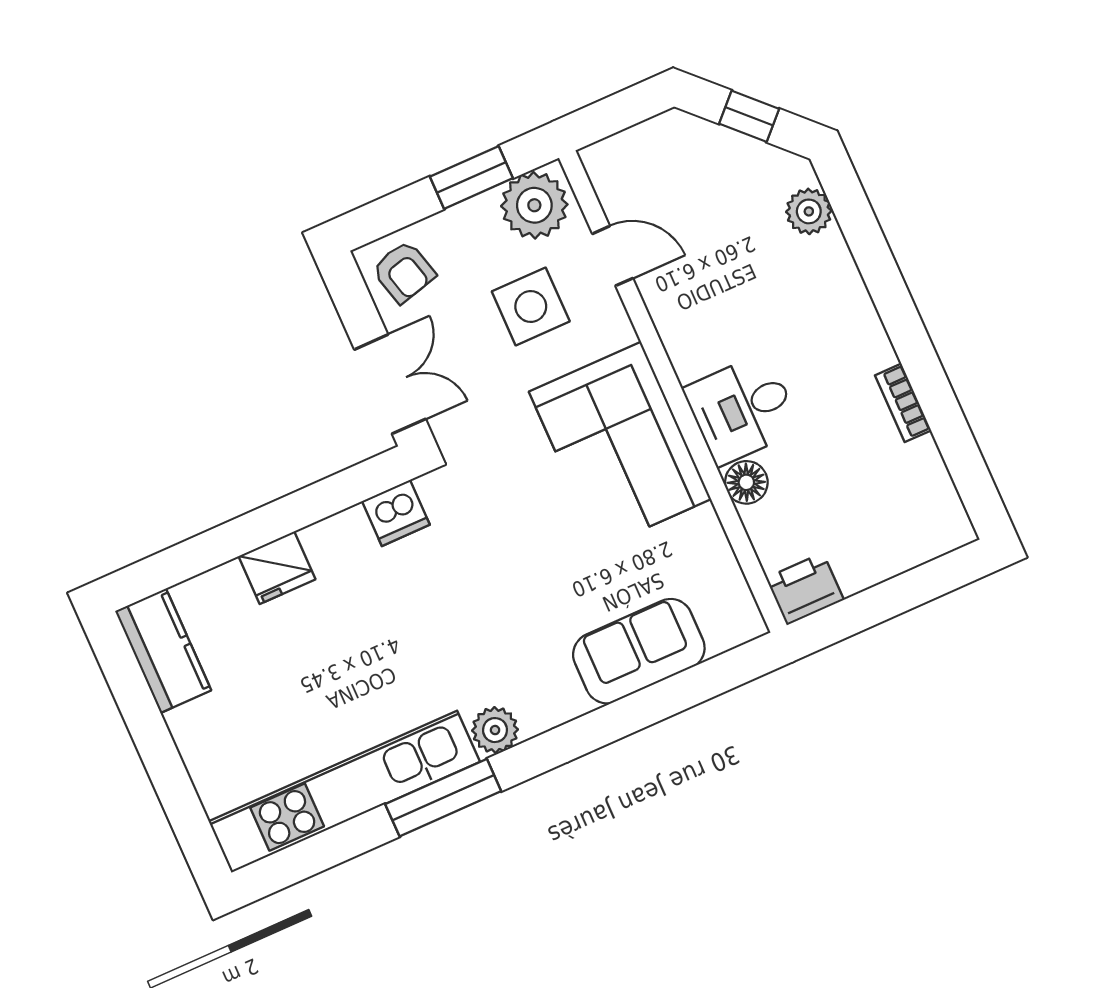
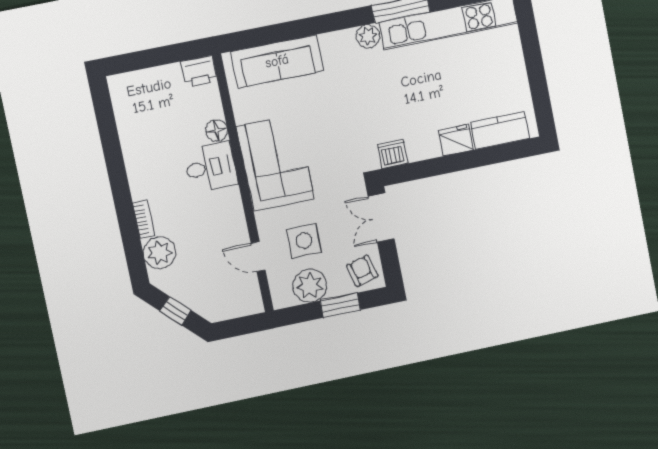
window: (471, 177) -> (340, 305), moved
plant: (534, 205) -> (310, 286), moved
plant: (809, 211) -> (159, 253), width x1.36, depth x1.36
bookcase: (903, 403) -> (144, 219), moved
kitchen counter: (163, 651) -> (500, 130), moved, turned 90
sofa: (639, 651) -> (277, 61), width x1.36

